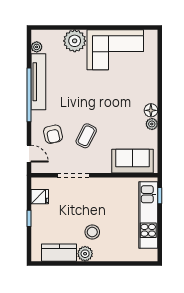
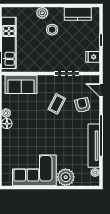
plant: (85, 254) -> (42, 13), moved

